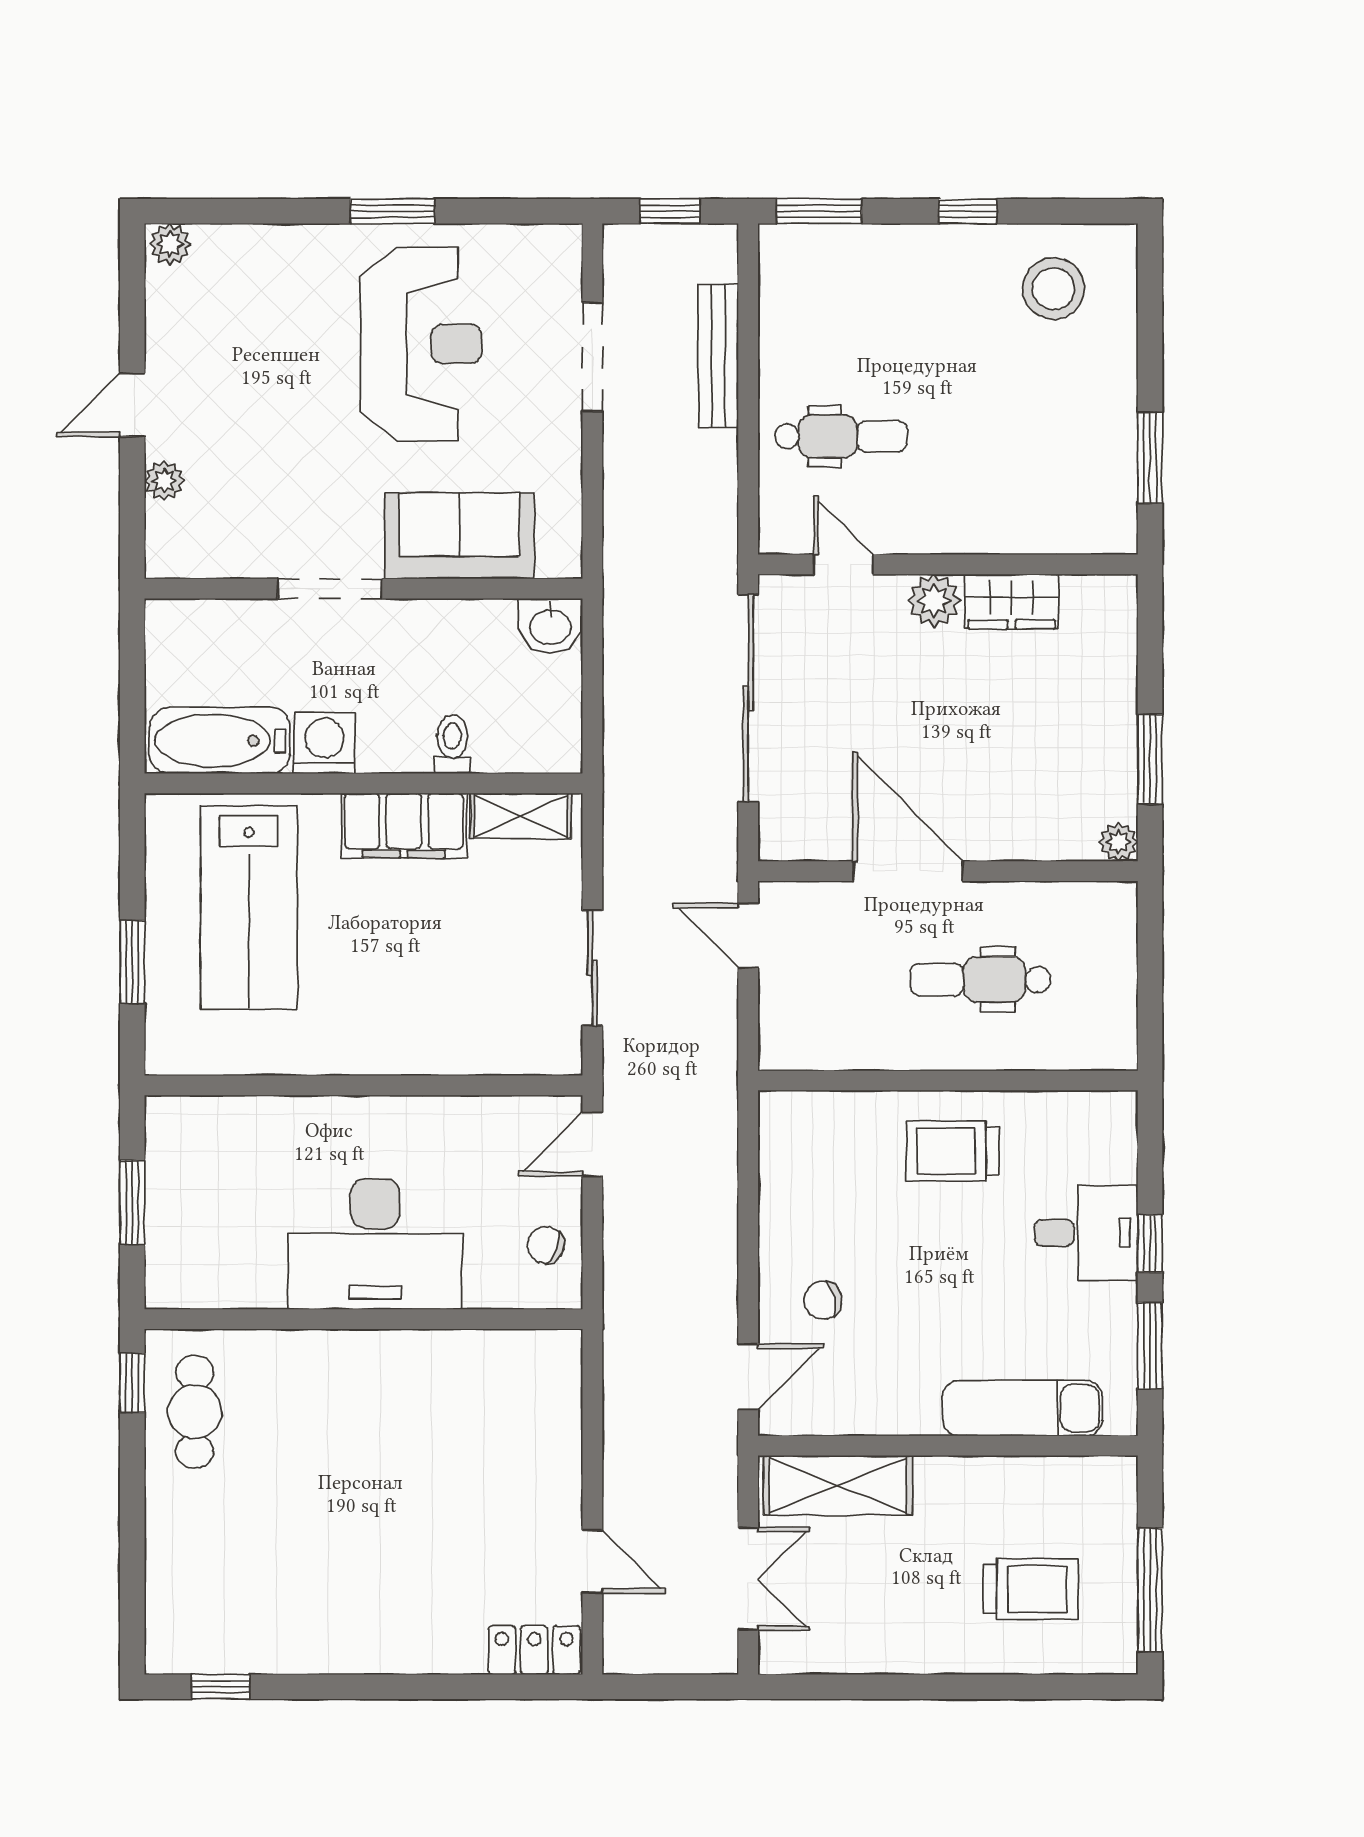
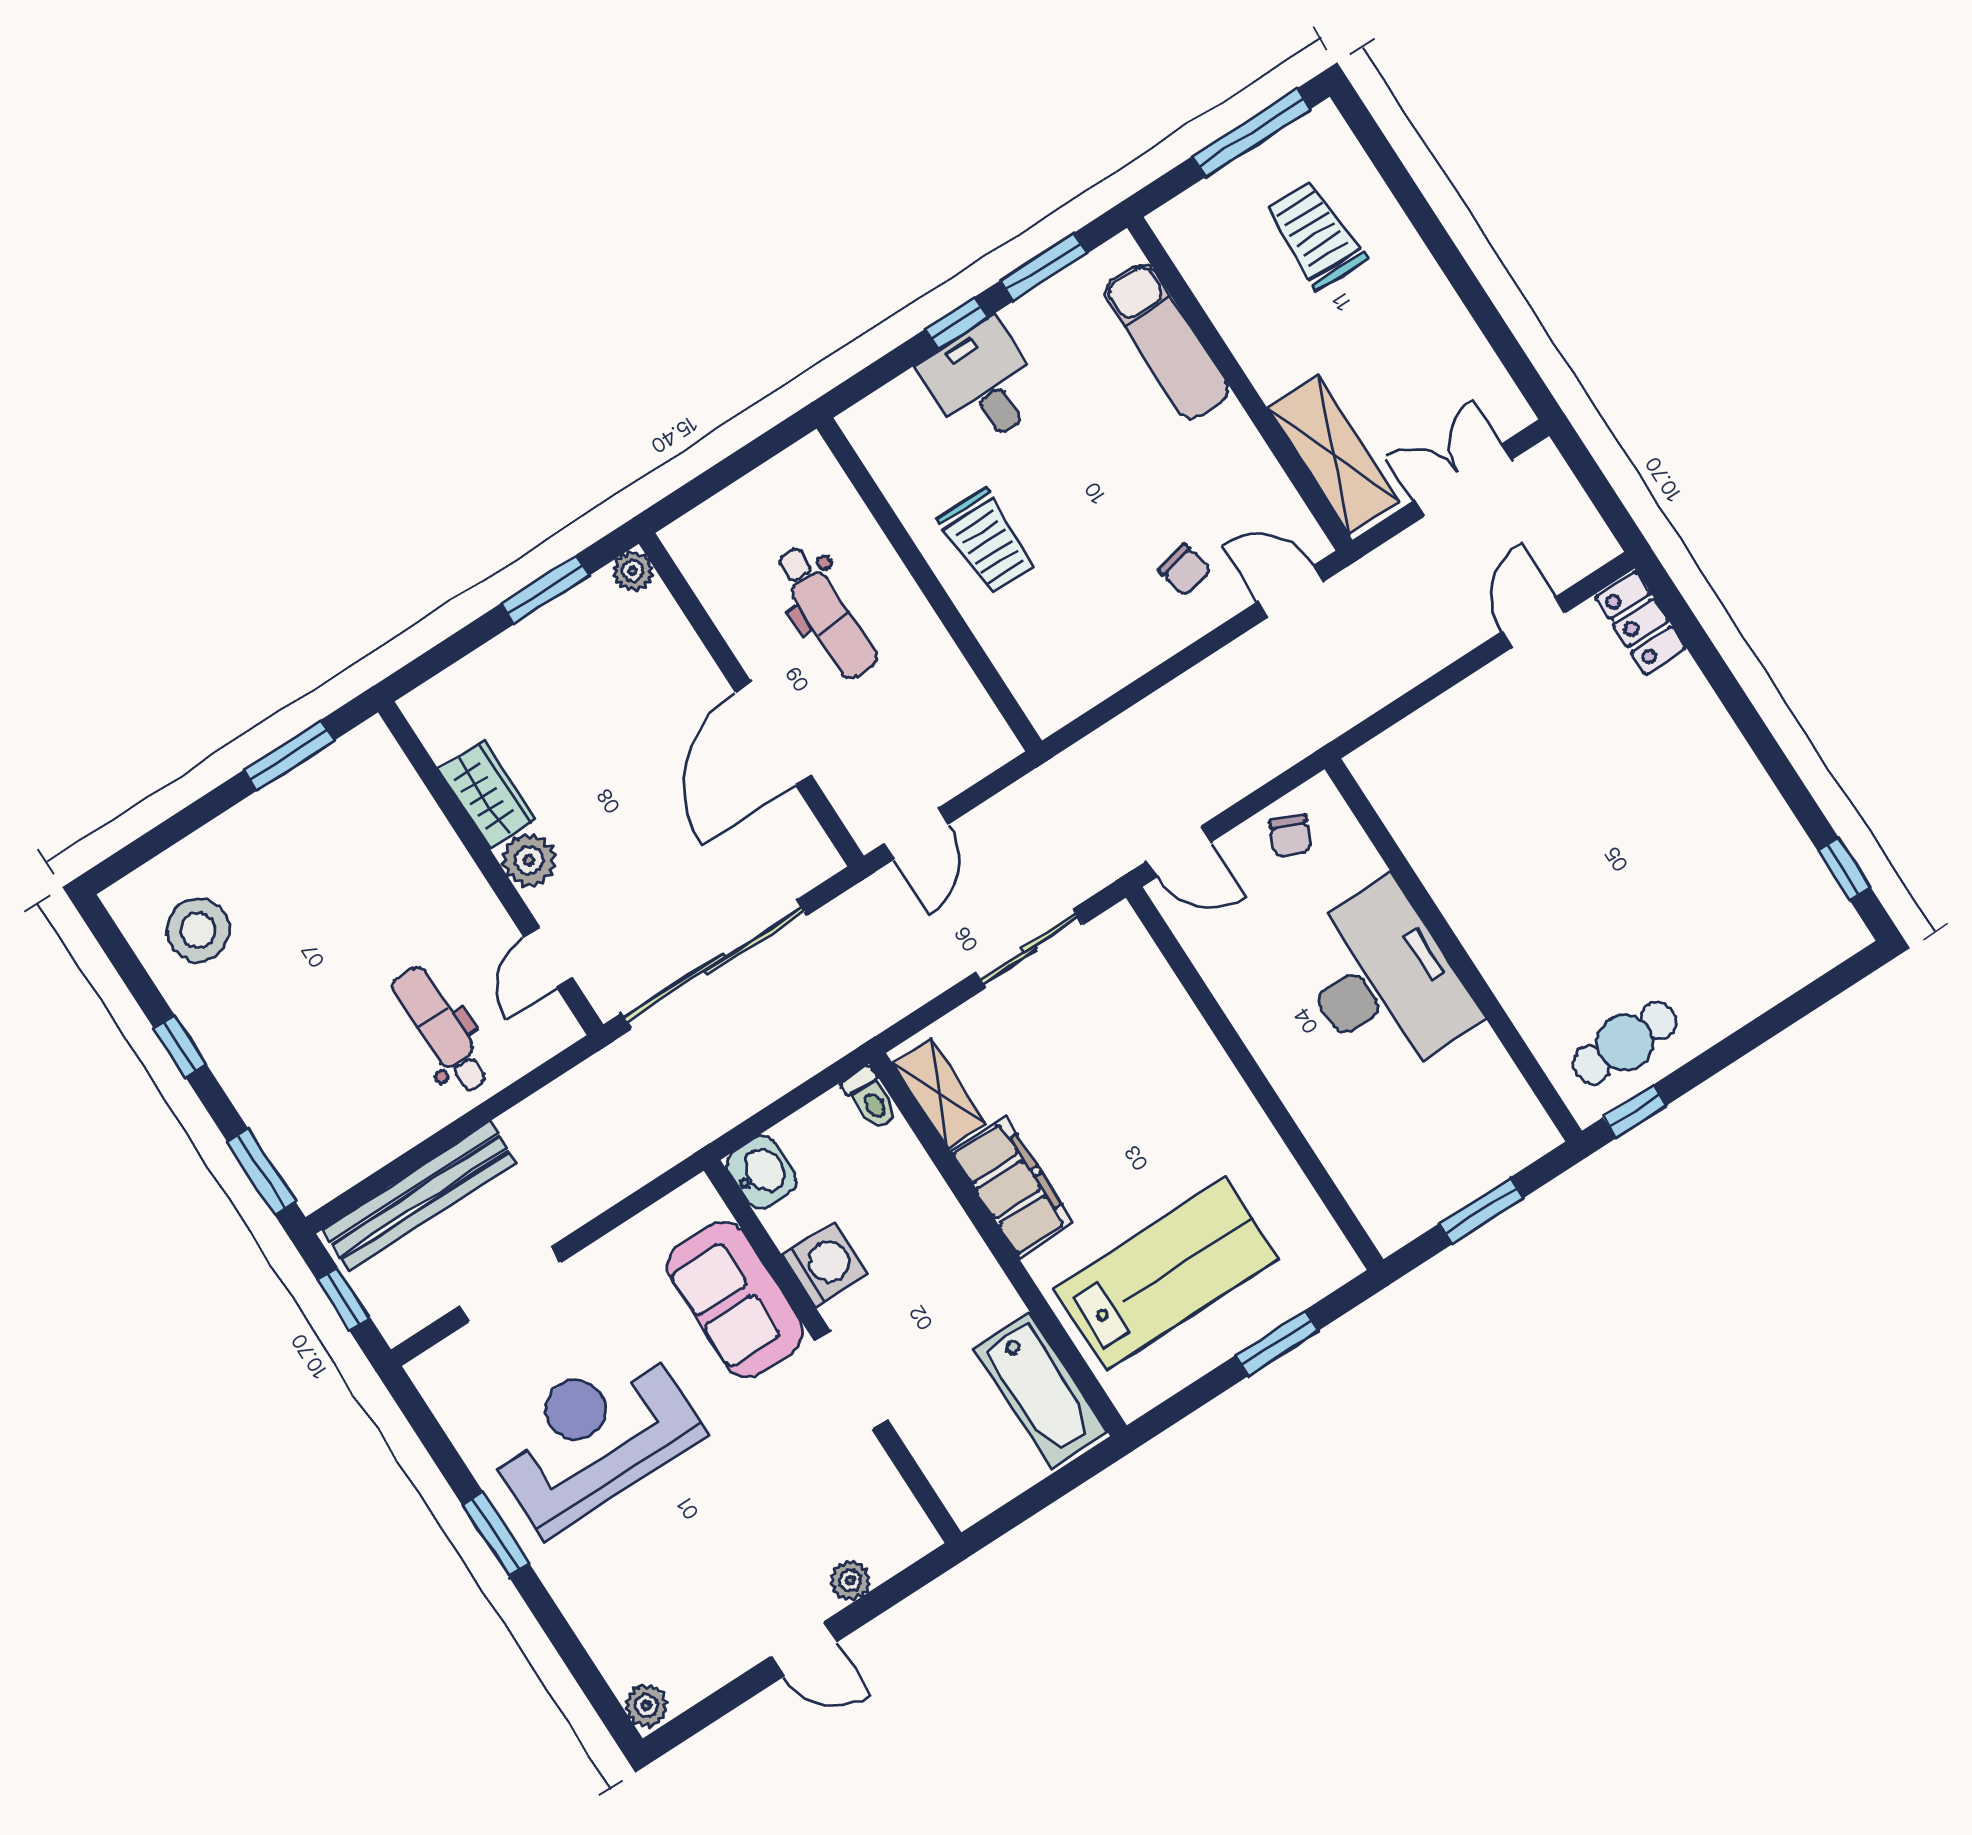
bench: (718, 356) -> (420, 1196), width x1.37, depth x1.21
washing machine: (324, 743) -> (825, 1264), moved, turned 180
toilet: (452, 744) -> (870, 1098), moved, turned -90

